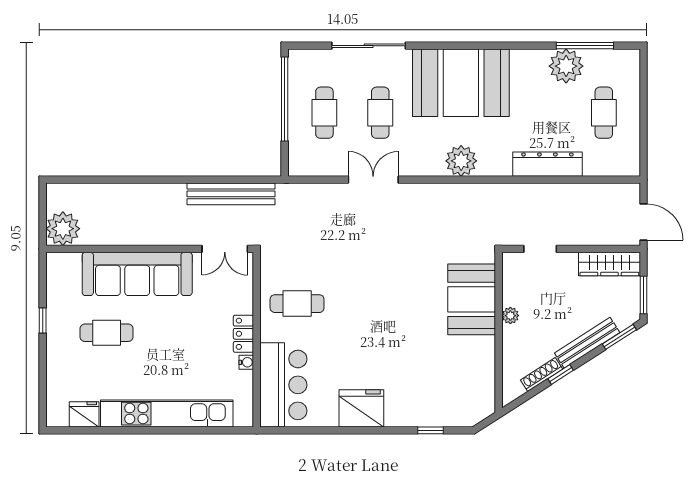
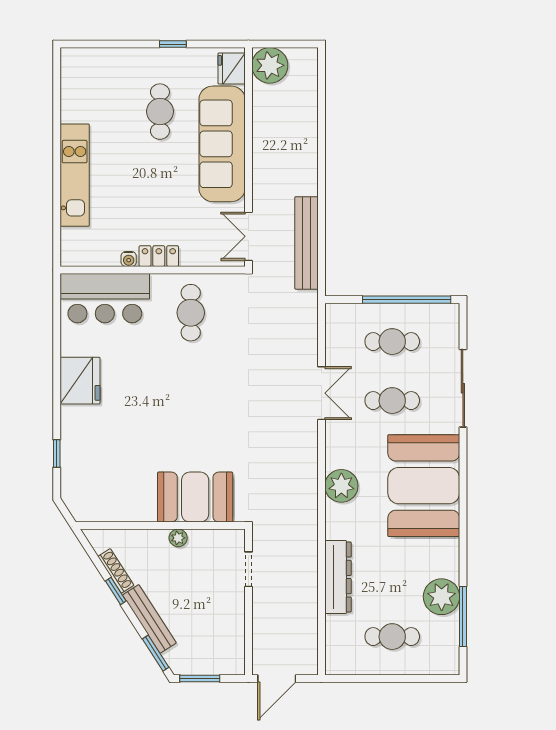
wardrobe: (609, 264) -> (232, 642), removed
fridge: (84, 414) -> (232, 69), moved, turned 180
kitchen unit: (167, 414) -> (75, 175), width x0.73

